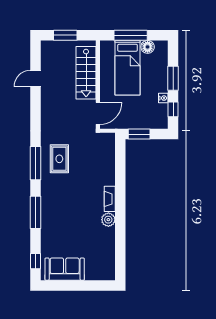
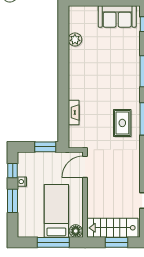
floor lamp: (148, 47) -> (76, 231), moved
stairs: (86, 73) -> (112, 228), moved, turned -90
fireplace: (110, 199) -> (74, 112), moved
plant: (108, 220) -> (75, 39), moved

